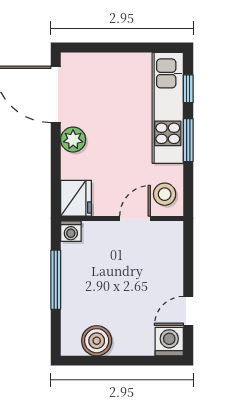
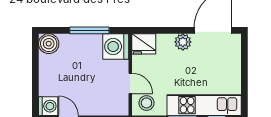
washing machine: (71, 231) -> (116, 47), width x1.89, depth x1.89
boiler: (97, 341) -> (49, 44), moved

